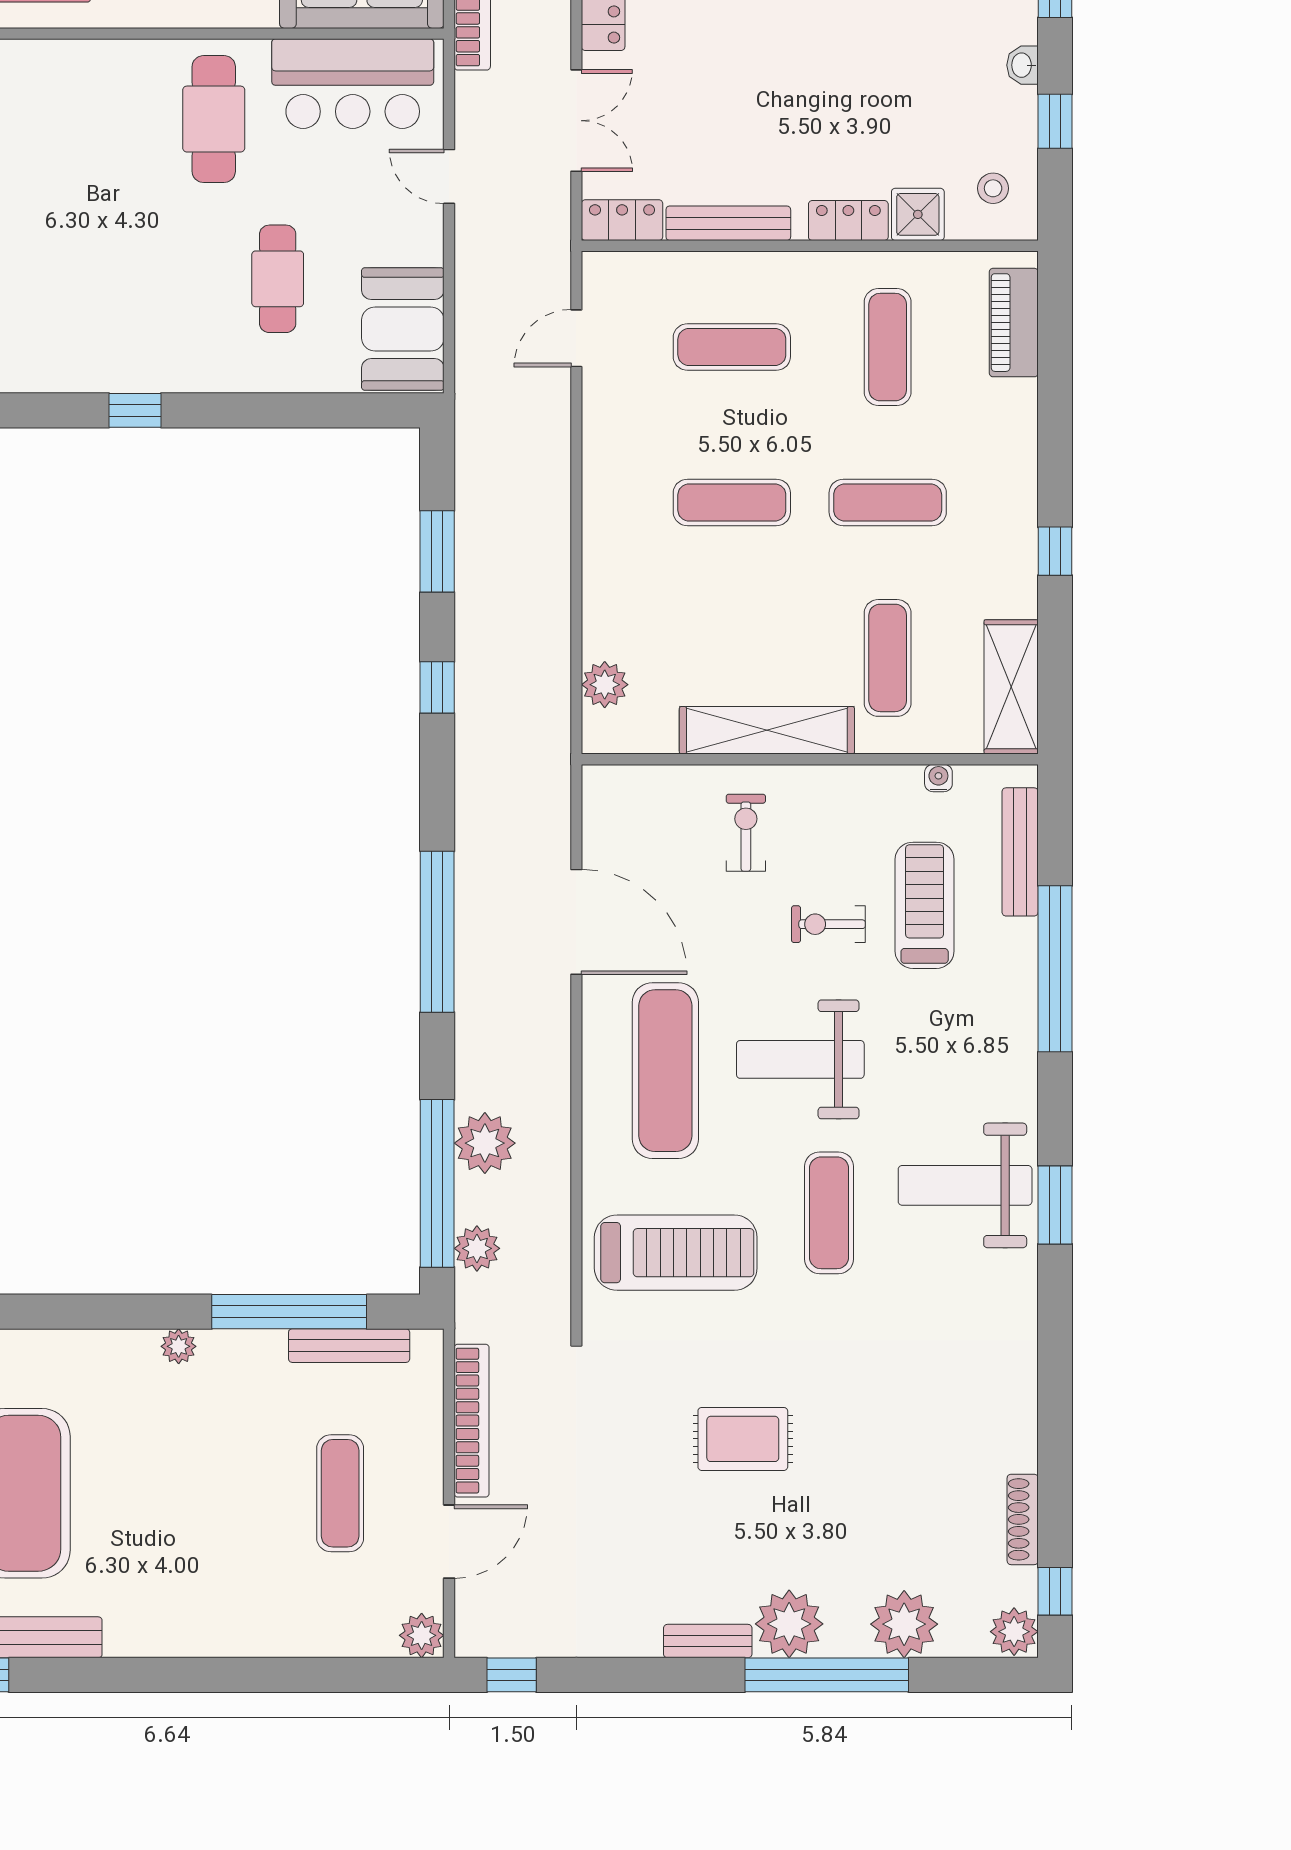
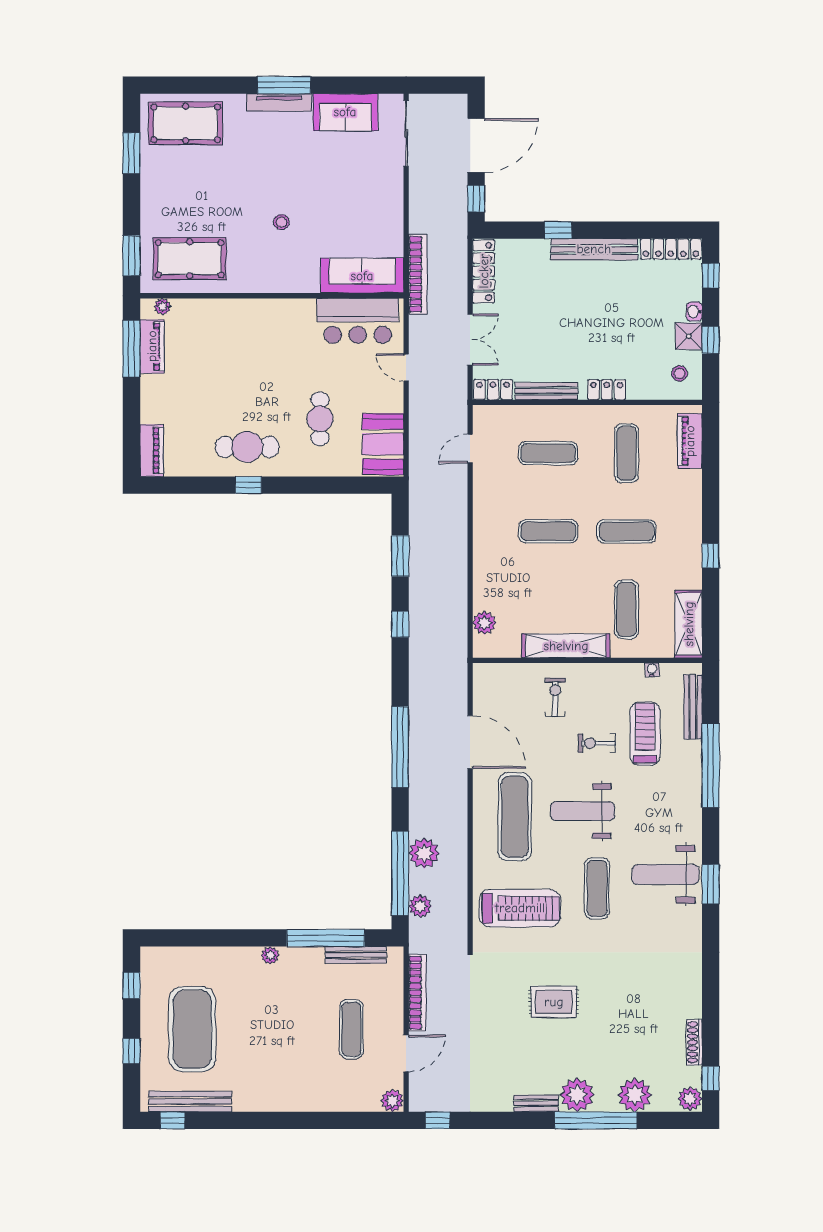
cafe table: (214, 119) -> (247, 447), moved, turned 90
shower: (918, 214) -> (689, 336), moved

